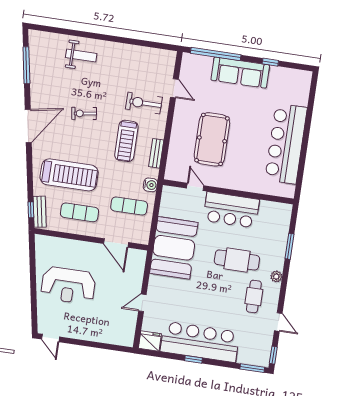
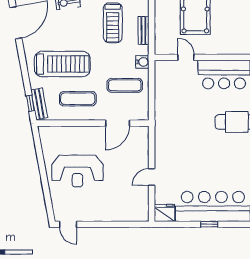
door: (116, 243) -> (118, 123), hinge flipped
booth: (174, 248) -> (174, 119), removed

